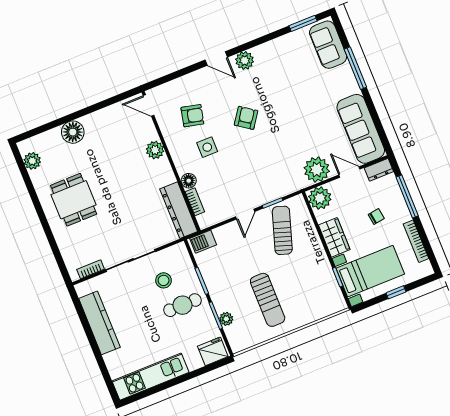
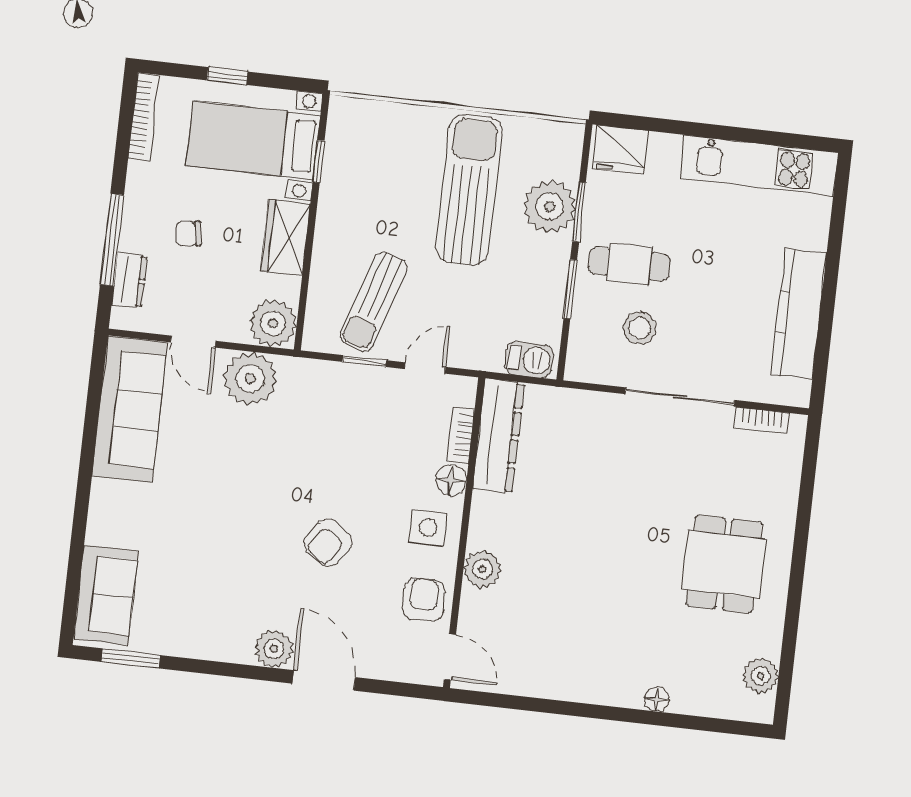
door: (216, 59) -> (324, 680), width x1.38
window: (355, 68) -> (79, 525), removed
door: (149, 105) -> (450, 657), moved
armchair: (192, 116) -> (424, 600), turned 77
floor lamp: (73, 132) -> (657, 699), width x0.53, depth x0.53
plant: (155, 150) -> (482, 569), moved
wall: (171, 161) -> (464, 533), moved
dresser: (379, 170) -> (129, 280), moved, turned 90
floor lamp: (189, 181) -> (451, 480), moved
bookcase: (195, 202) -> (461, 435), moved
dresser: (179, 210) -> (499, 436), moved
bookcase: (416, 241) -> (144, 117), moved
sun lounger: (268, 300) -> (469, 189), width x1.36, depth x1.34
plant: (226, 319) -> (550, 207), width x1.87, depth x1.87

